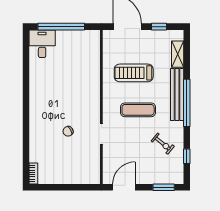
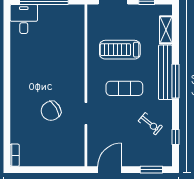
window: (187, 103) -> (175, 81), width x0.68
chair: (68, 131) -> (51, 111), width x1.87, depth x1.87

